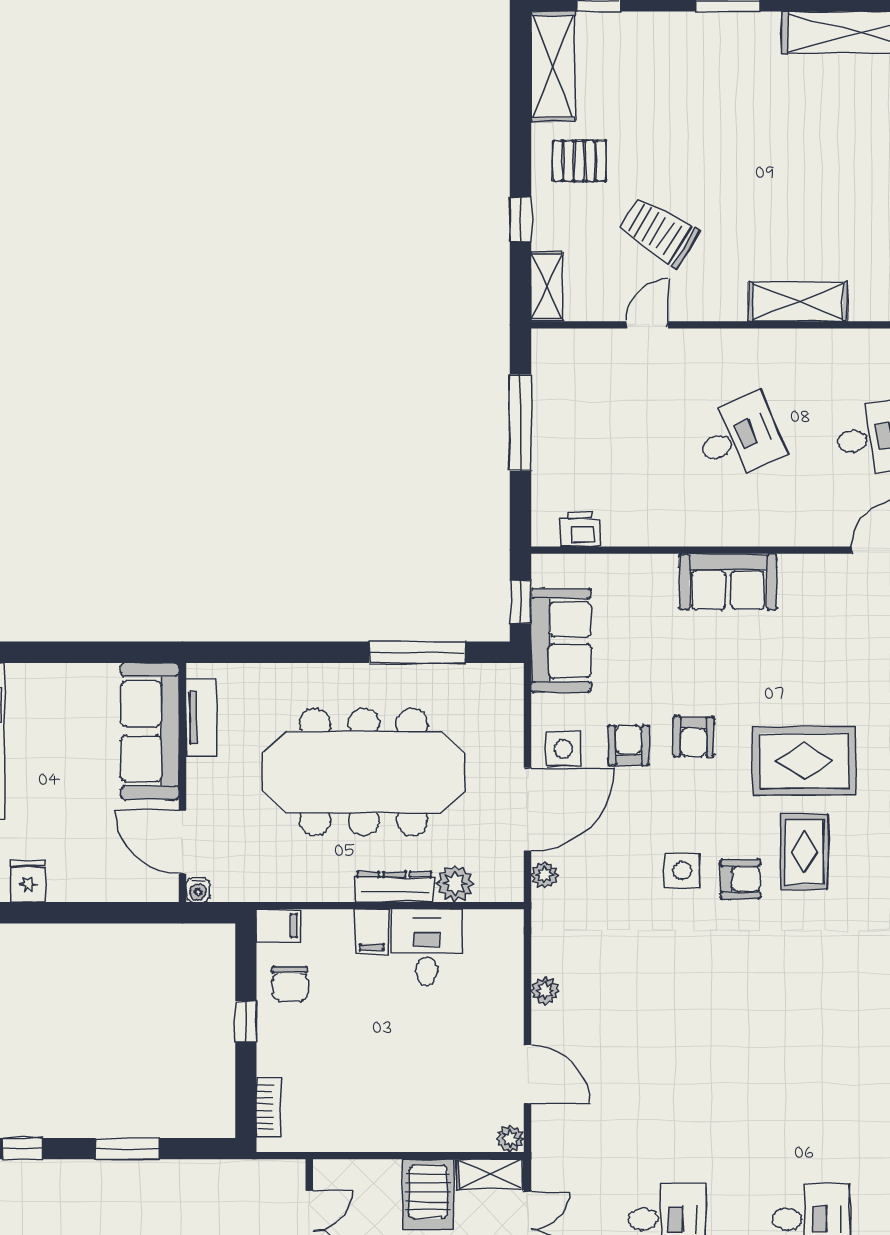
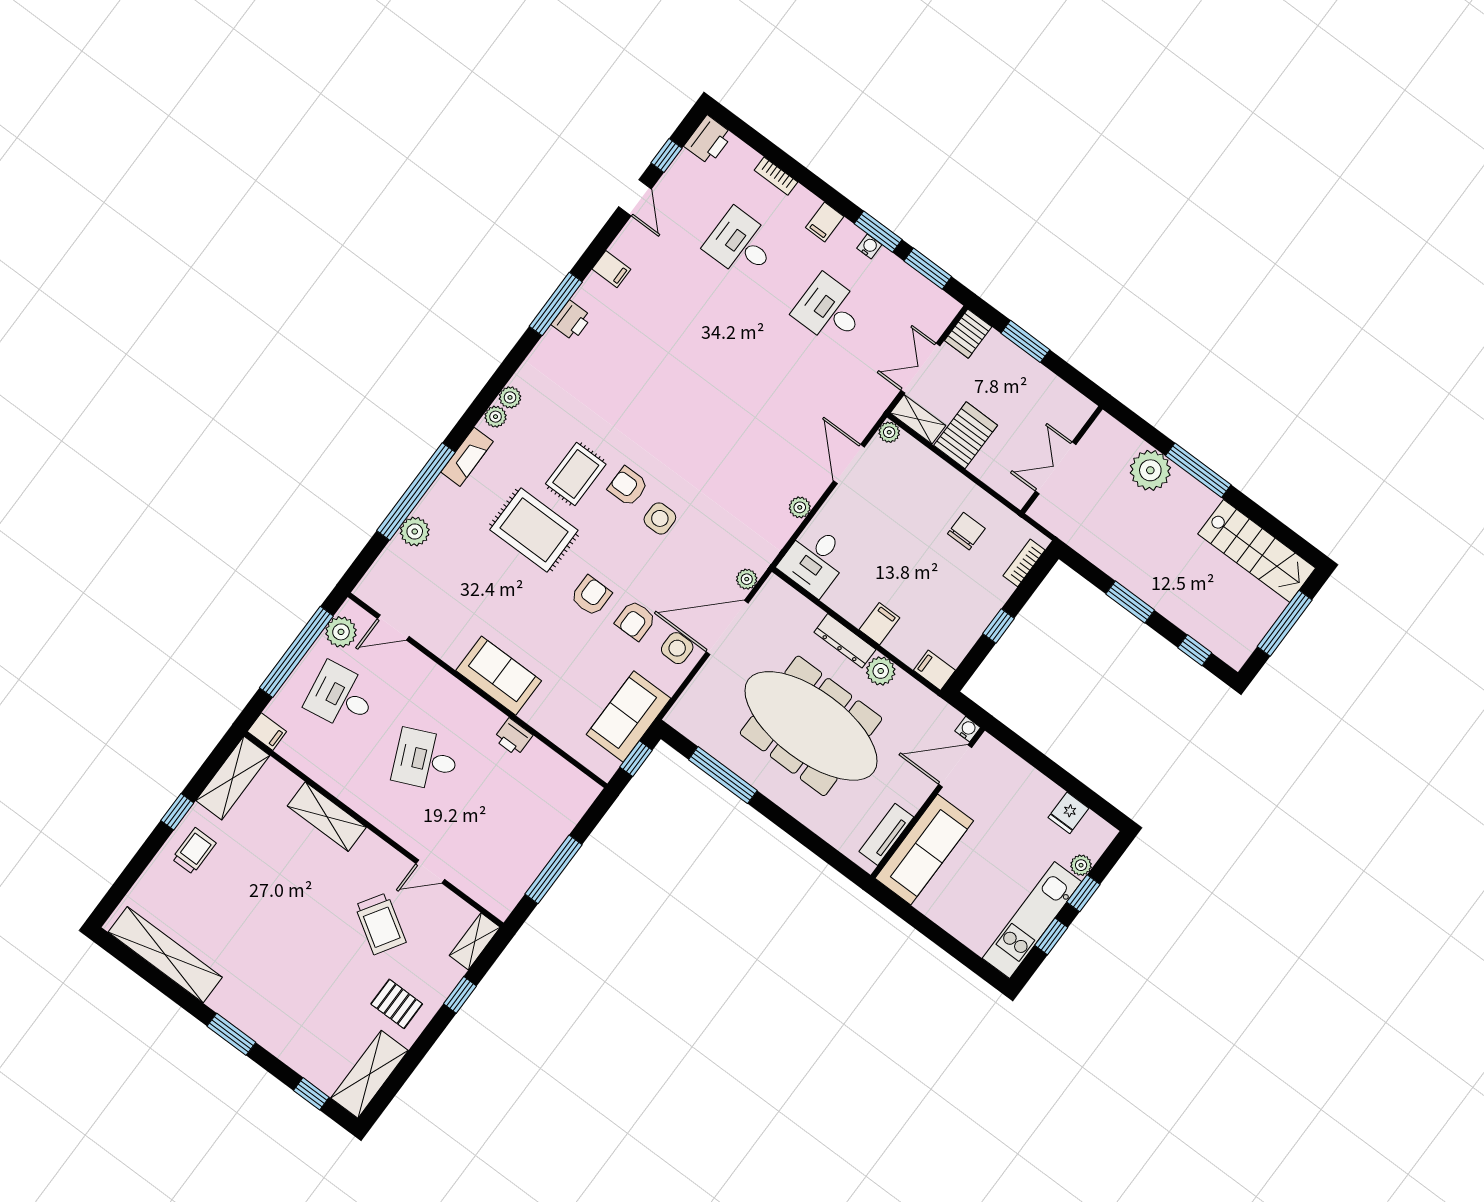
printer: (580, 529) -> (513, 737), moved
door: (182, 842) -> (955, 766), swing flipped
plant: (455, 883) -> (881, 671), moved
desk: (427, 947) -> (815, 560), moved
chair: (290, 984) -> (966, 531), moved

